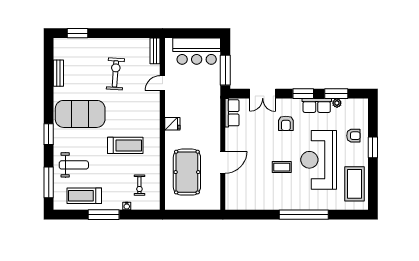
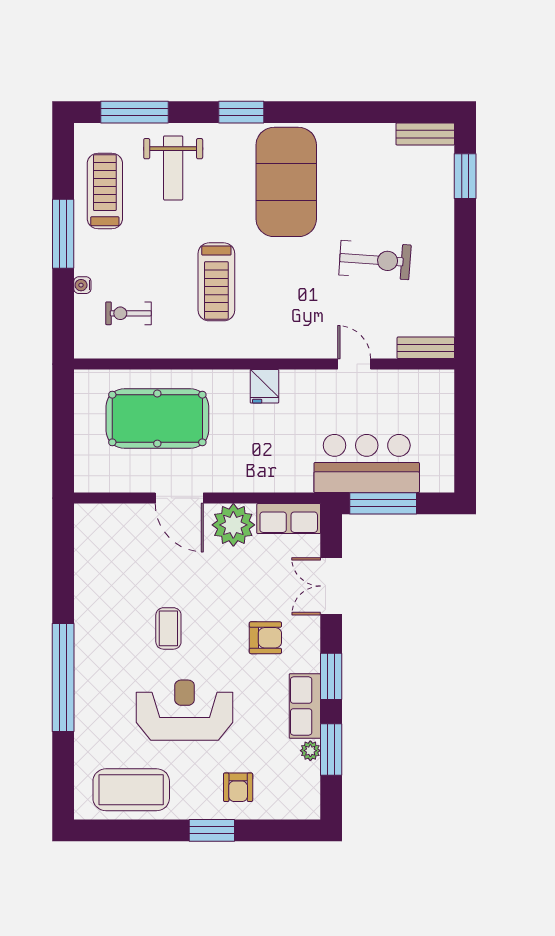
bar counter: (197, 51) -> (367, 464), moved, turned 90
bench: (58, 73) -> (425, 134), moved
armchair: (286, 123) -> (265, 638), turned 180
plant: (235, 138) -> (233, 525), added
reception desk: (319, 160) -> (185, 710), width x0.74, depth x0.77

